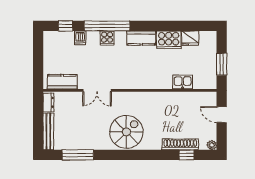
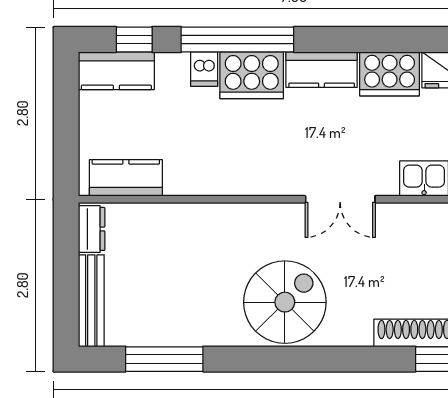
dishwasher: (80, 38) -> (204, 69), moved
cooker: (107, 38) -> (252, 75), width x1.87, depth x1.31
kitchen counter: (58, 39) -> (116, 71), added
double door: (97, 90) -> (340, 199), moved

